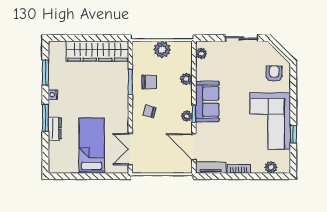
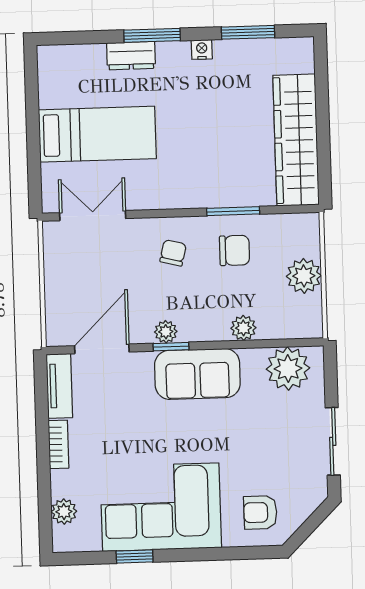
plant: (201, 53) -> (288, 369), width x1.88, depth x1.88
armchair: (274, 74) -> (260, 512), turned 180
chair: (149, 82) -> (234, 250), turned -90

